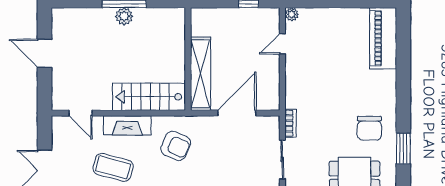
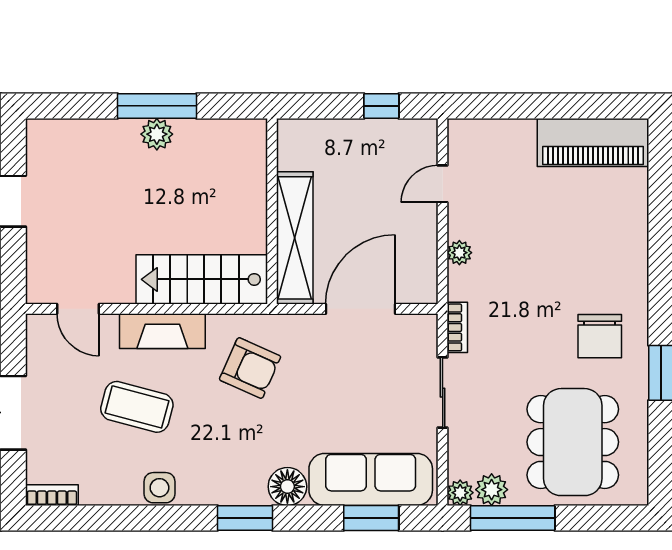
plant: (292, 14) -> (459, 253), moved
piano: (383, 38) -> (593, 142), moved, turned -90

